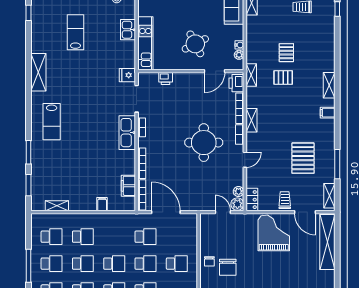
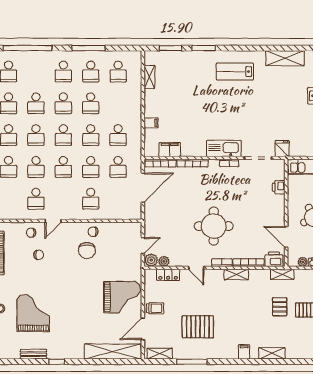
locker: (252, 200) -> (168, 275), moved
school desk: (83, 237) -> (118, 135), moved
chair: (228, 267) -> (87, 251), turned -90

